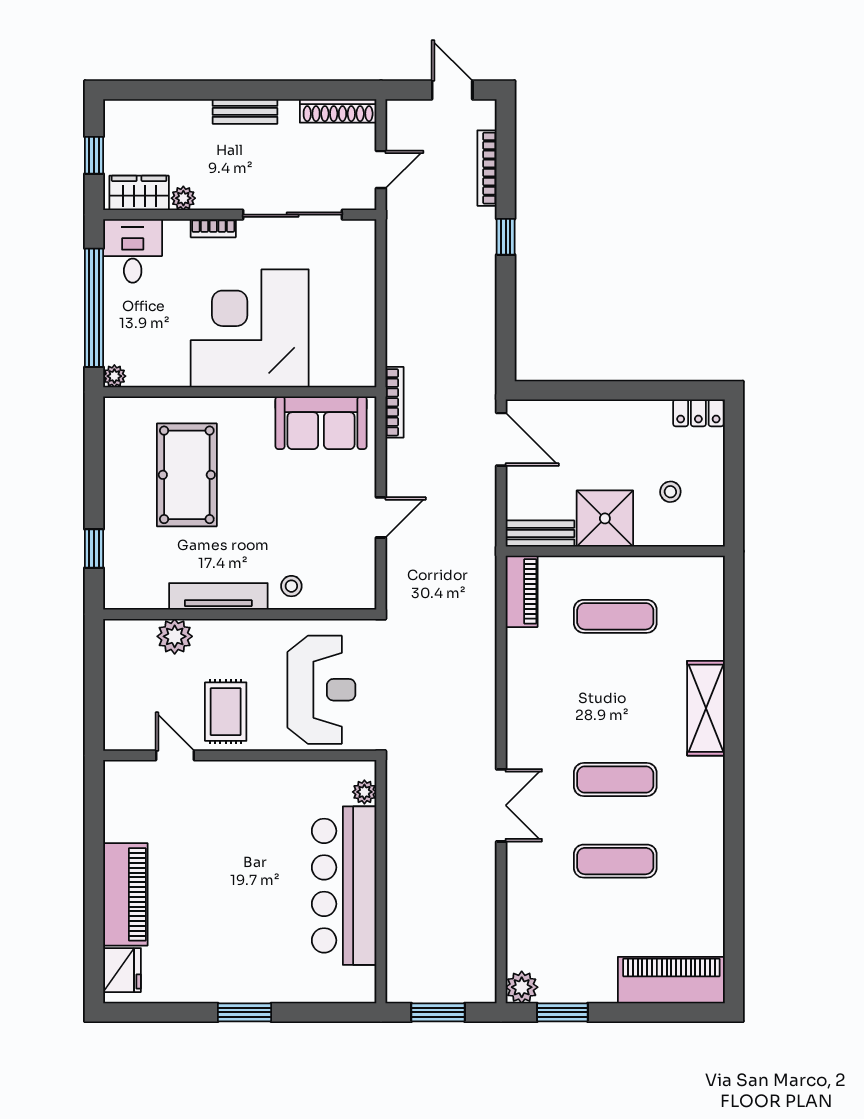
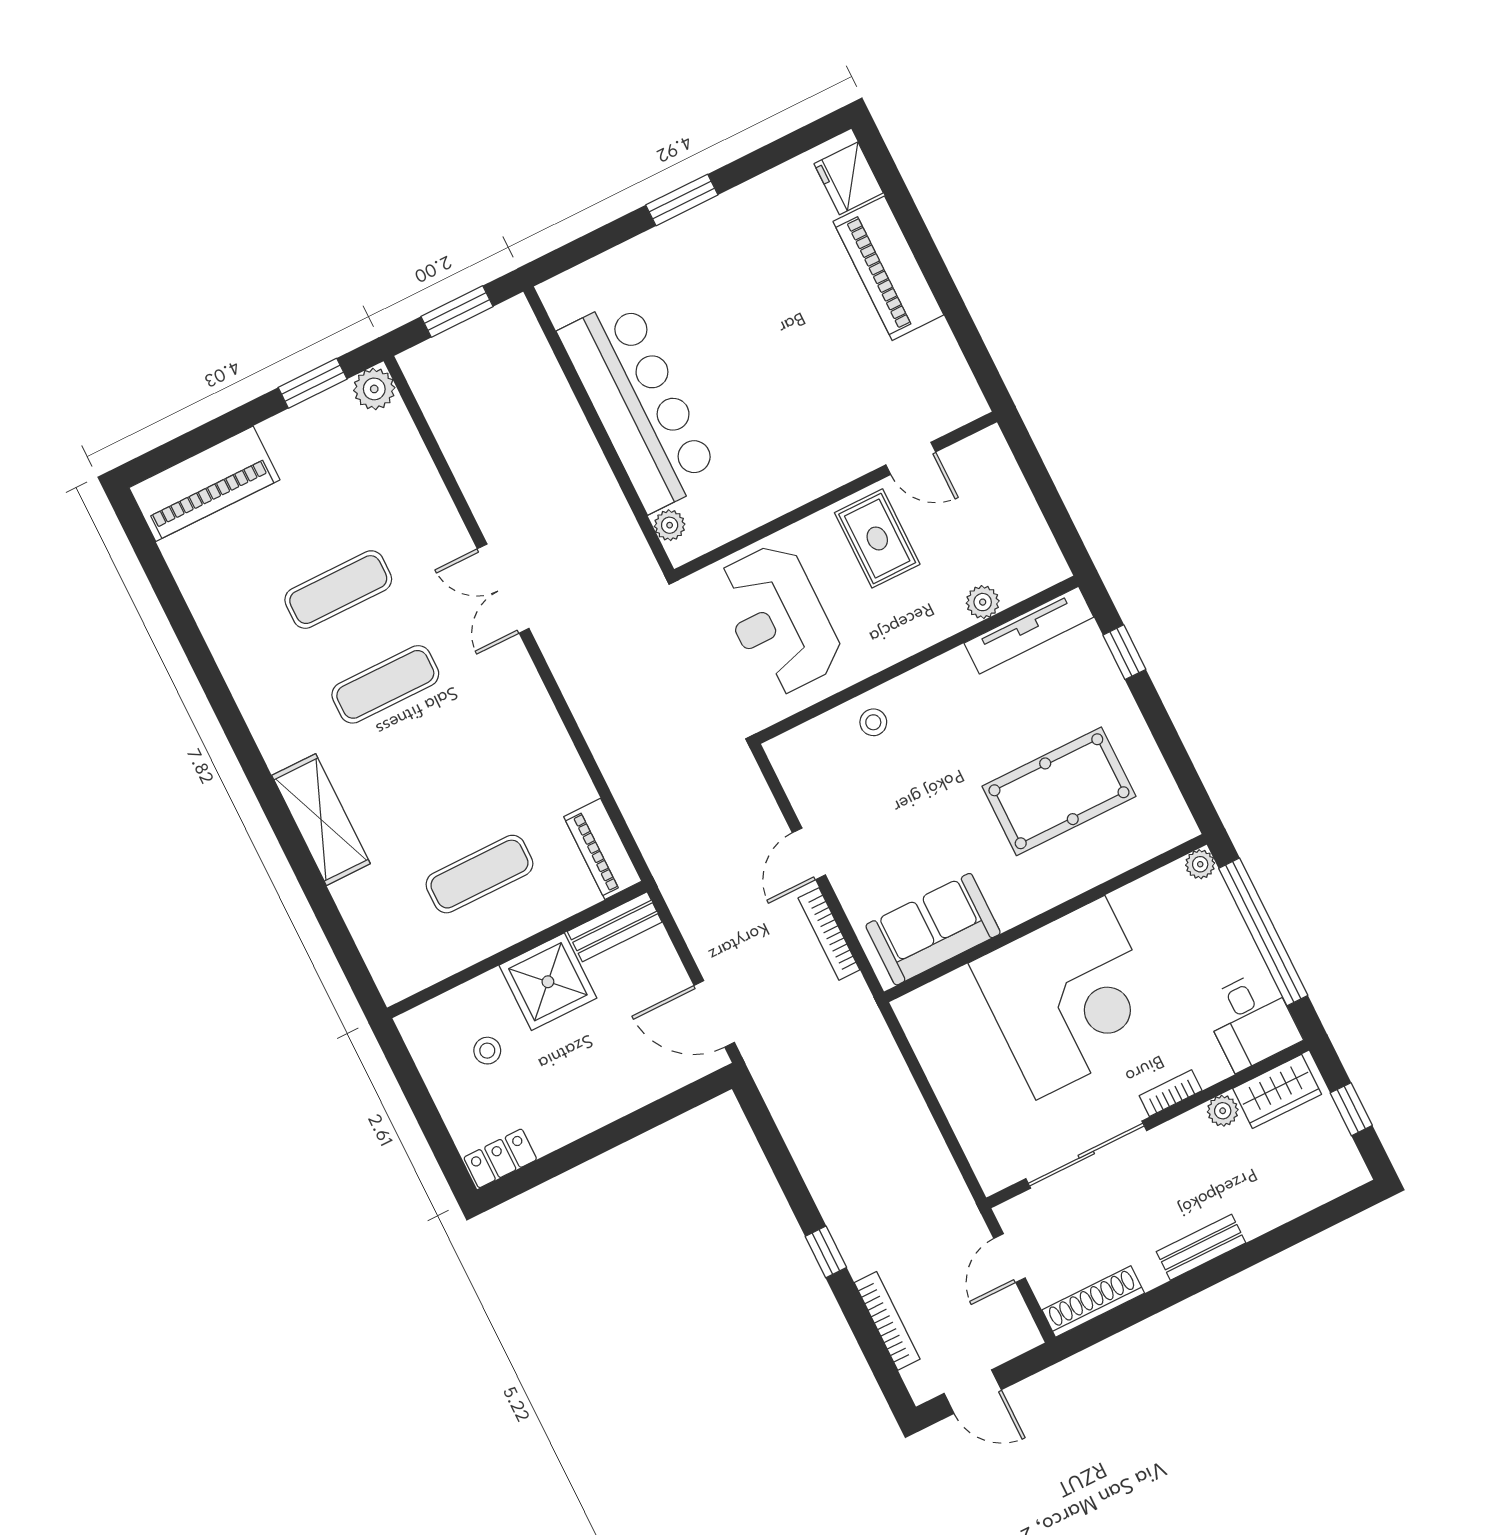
bookcase: (395, 402) -> (829, 934), moved
pool table: (187, 475) -> (1059, 791), turned 90
tv unit: (218, 596) -> (1029, 630), moved
plant: (175, 636) -> (983, 602), width x0.73, depth x0.73

